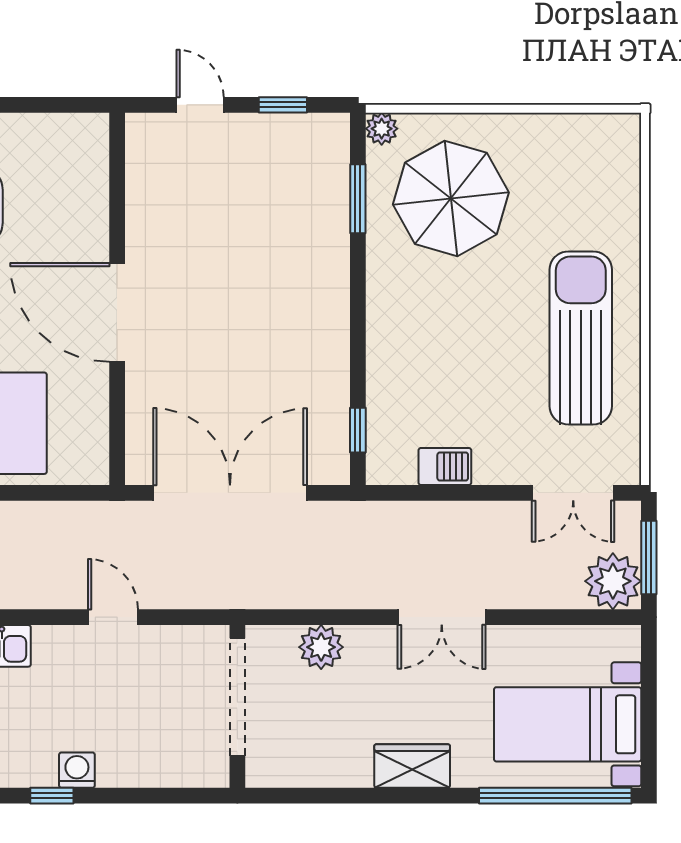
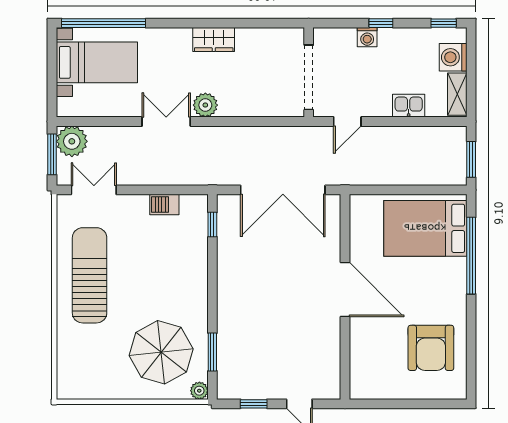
sun lounger: (581, 338) -> (90, 275), turned 180
door: (113, 617) -> (347, 121), hinge flipped
plant: (321, 647) -> (205, 105), moved
doorway: (237, 697) -> (309, 77), moved
wall: (237, 706) -> (309, 72), moved
wardrobe: (412, 766) -> (214, 39), moved

